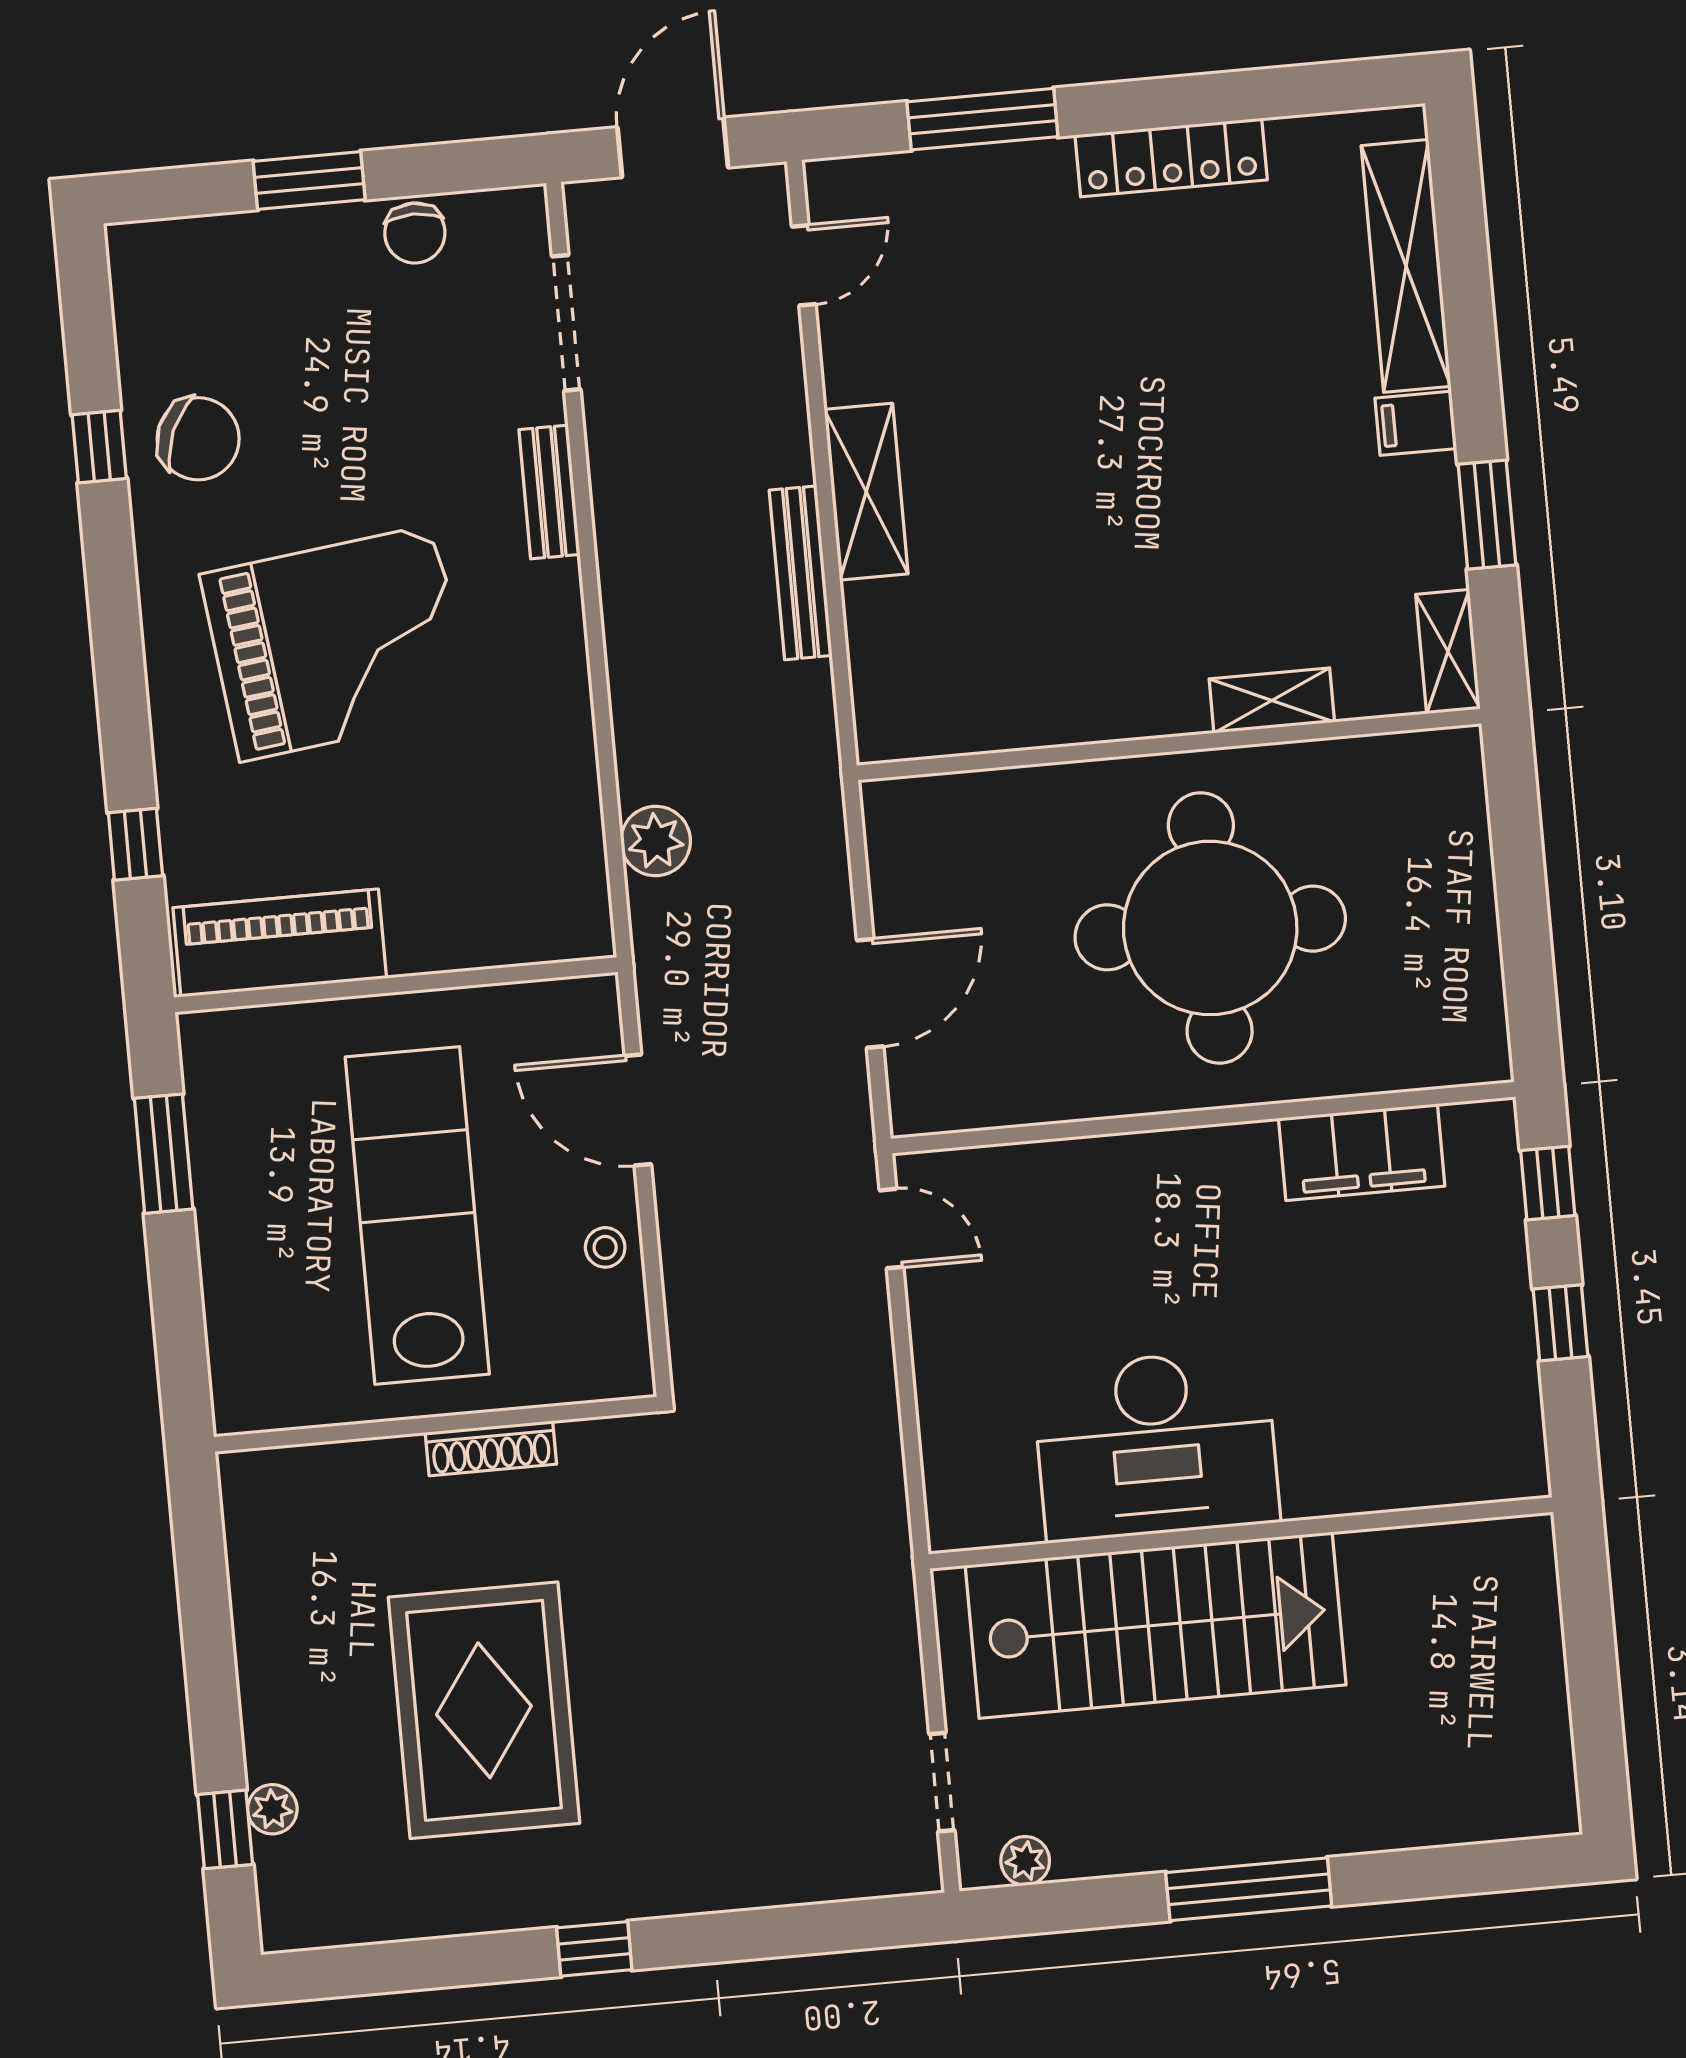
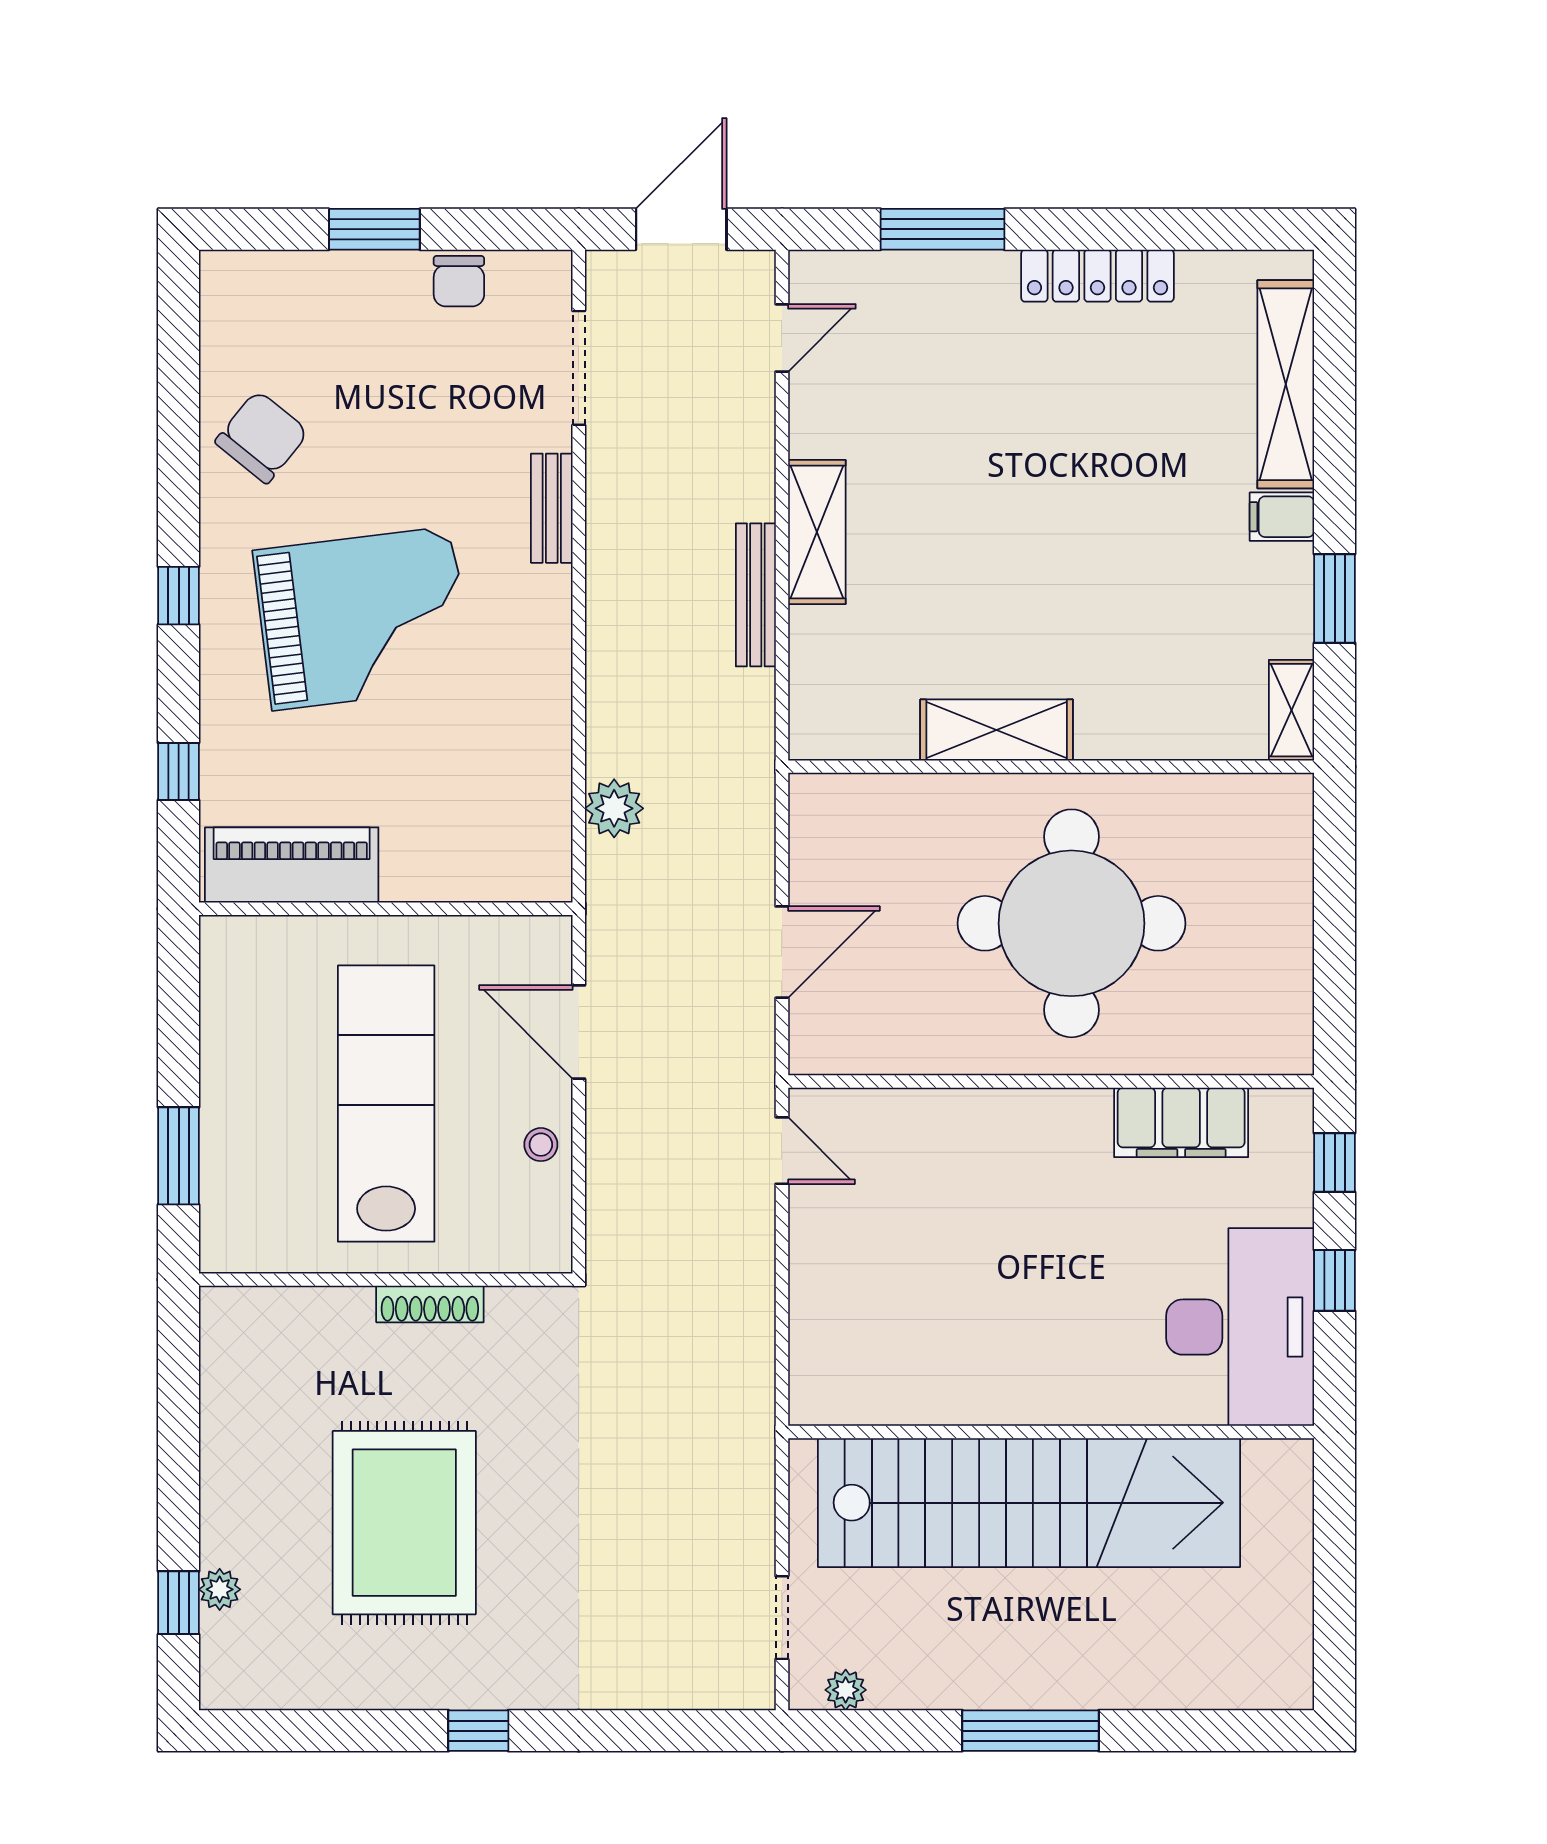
chair: (198, 439) -> (262, 437), turned -74
window: (99, 447) -> (179, 596), moved
shelving: (1272, 700) -> (997, 730), moved, width x1.50, depth x1.33
window: (164, 1154) -> (179, 1156), moved
desk: (1156, 1445) -> (1240, 1327), moved, turned -90
stairs: (1156, 1625) -> (1029, 1503), width x1.36

